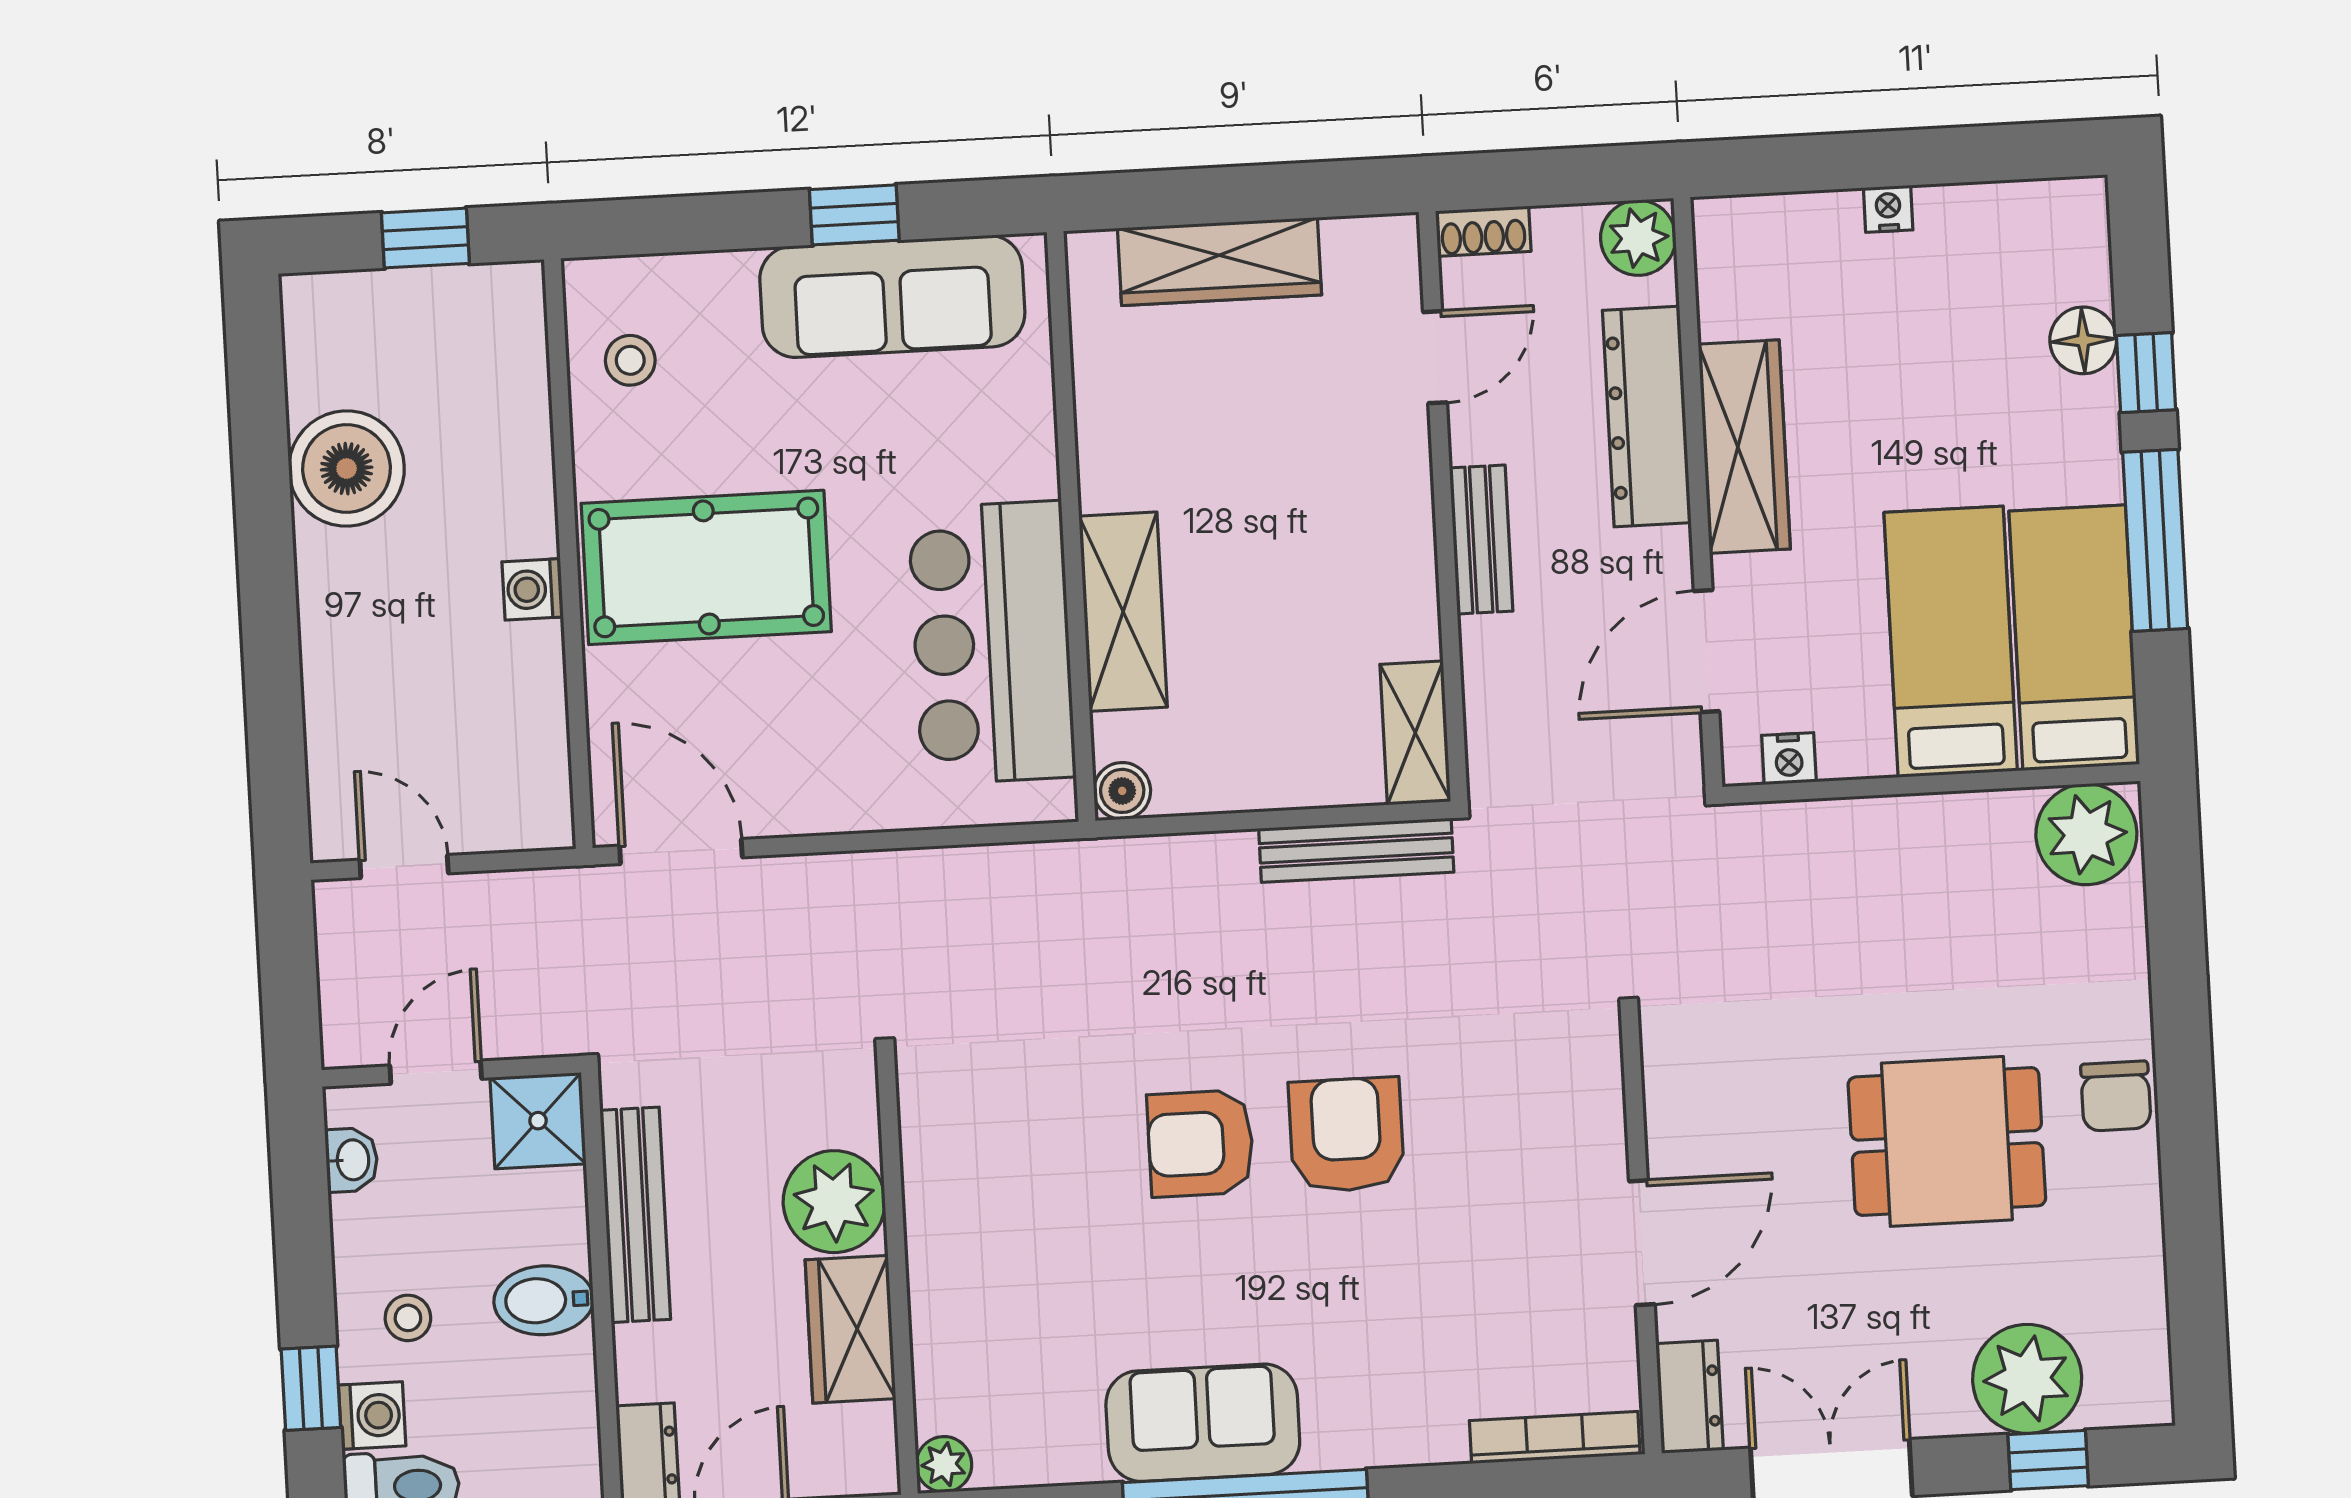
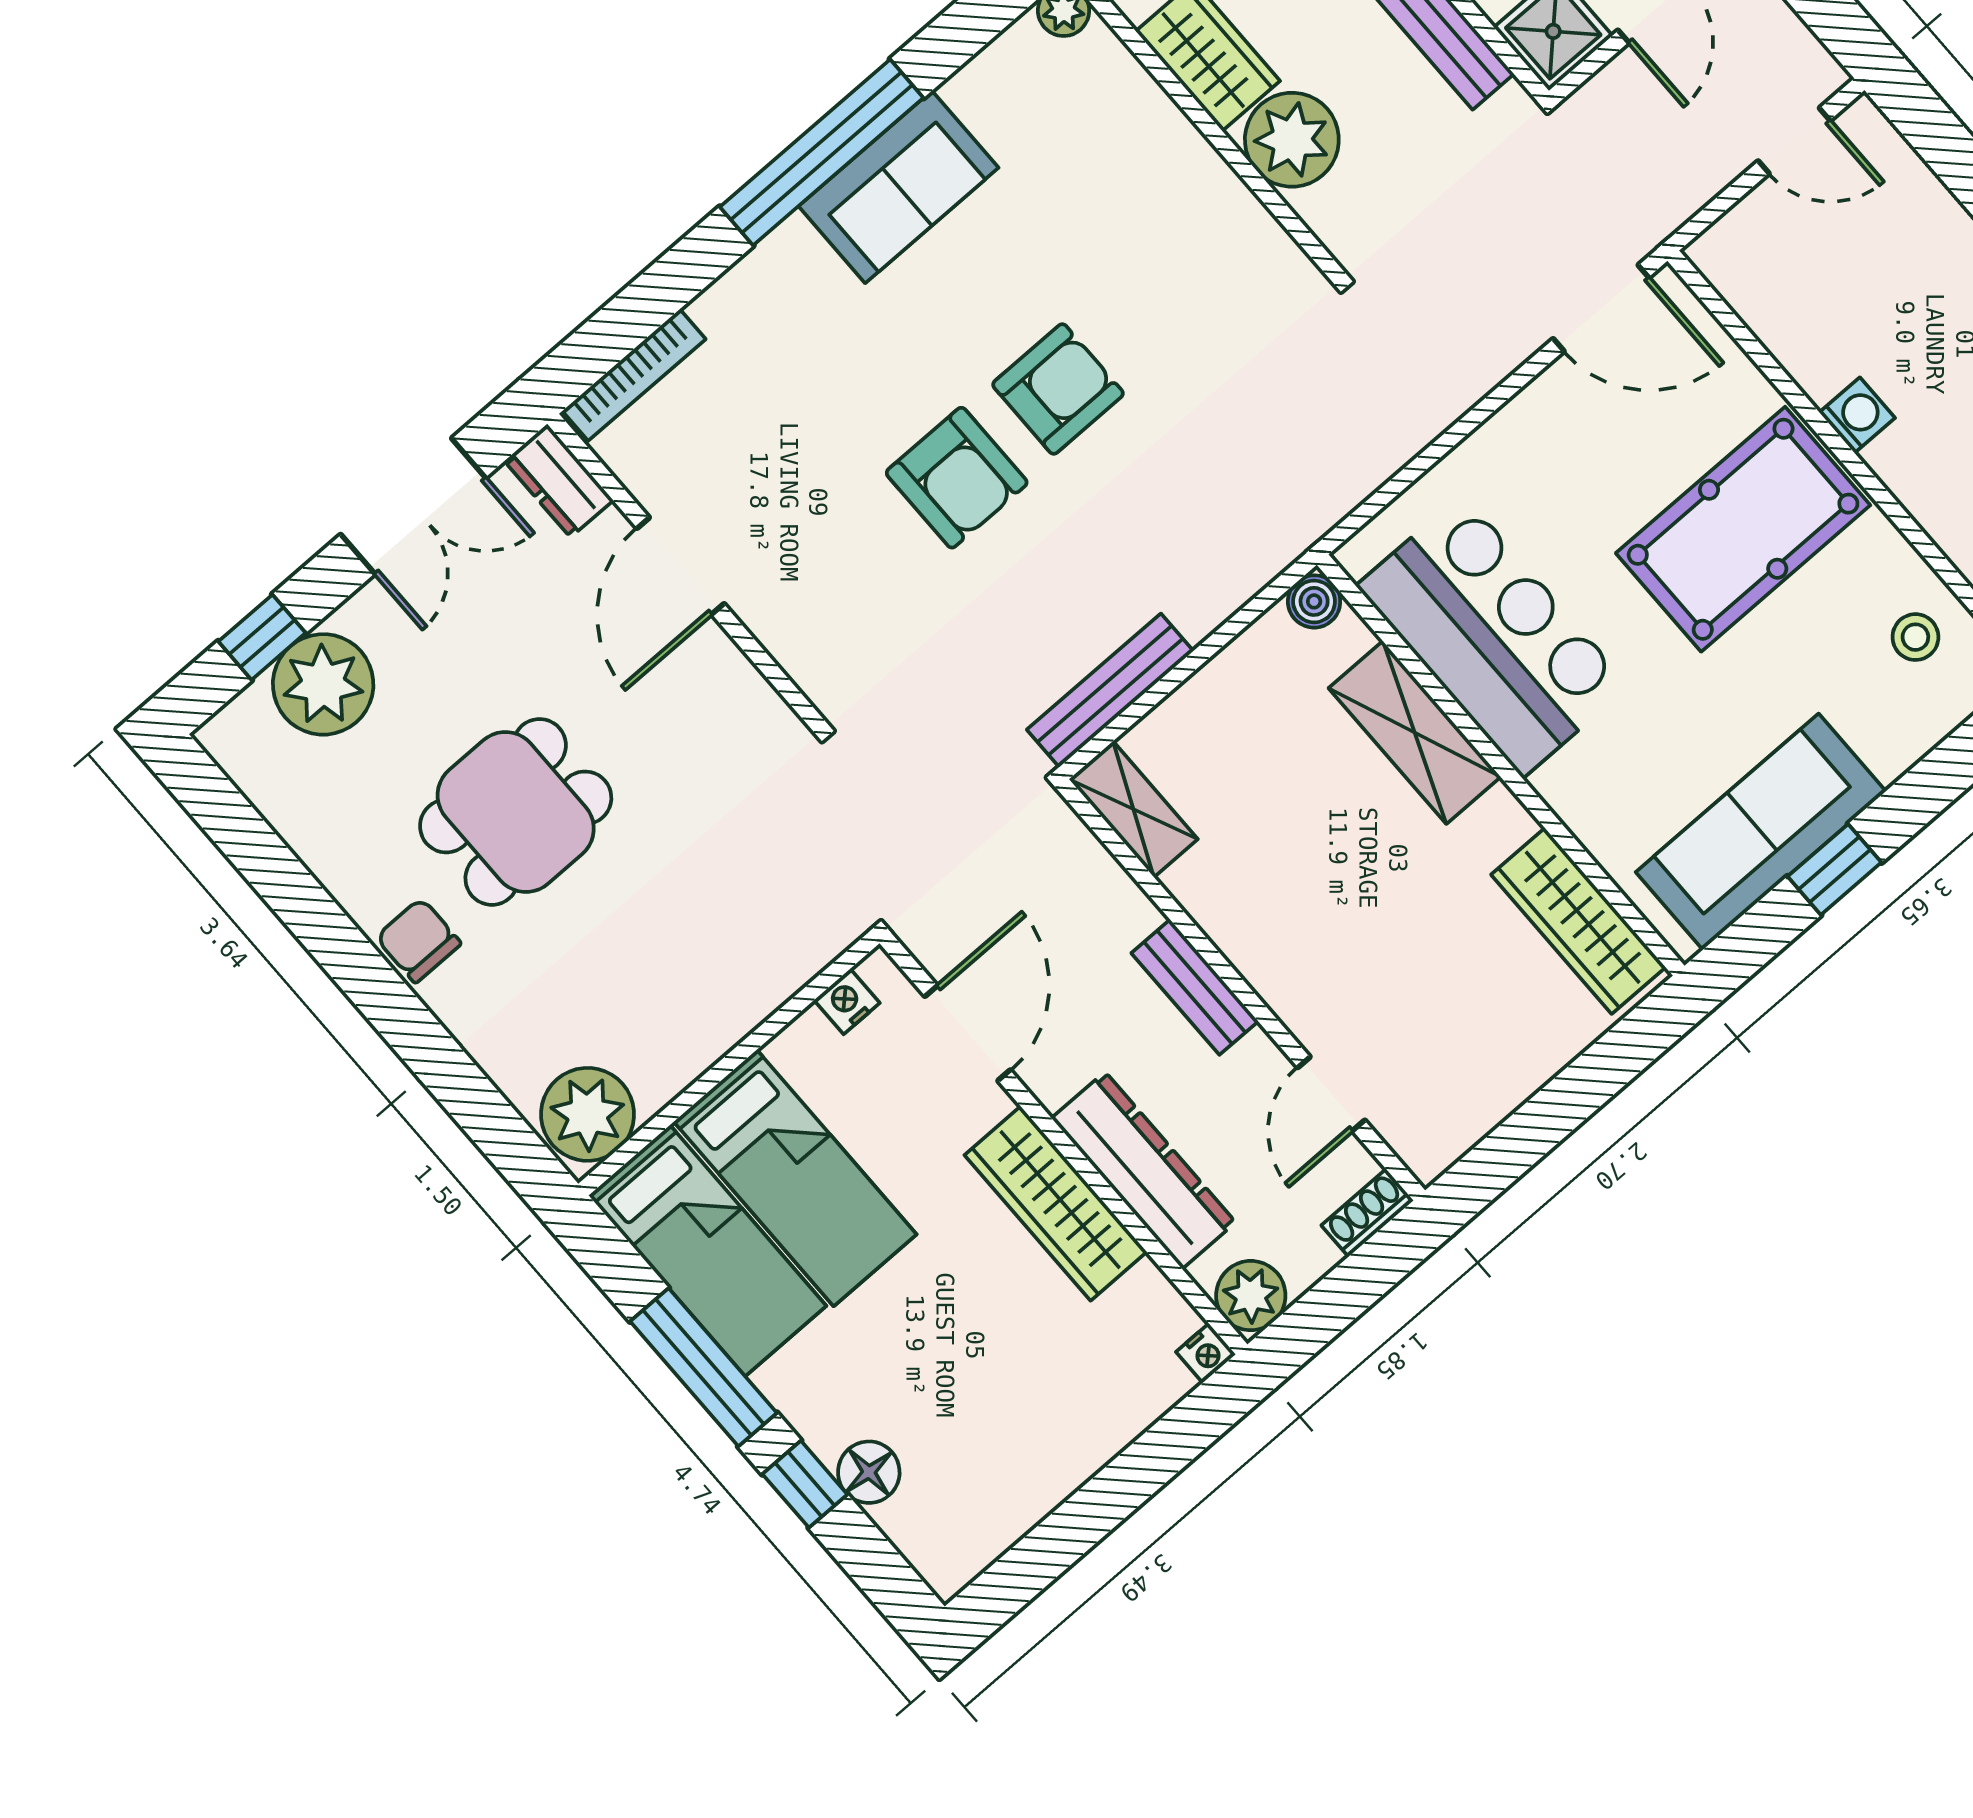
nightstand: (1888, 209) -> (1206, 1353), moved
wardrobe: (1220, 262) -> (1578, 921), moved, turned -90

